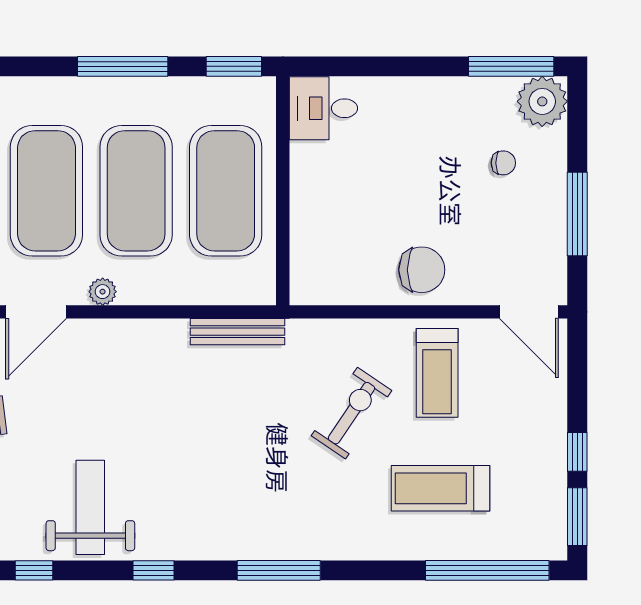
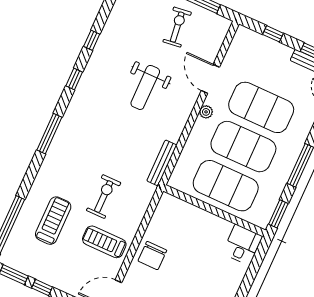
exercise bike: (351, 413) -> (104, 197), turned -124
weight bench: (90, 507) -> (145, 87), moved, turned 90
window: (34, 570) -> (92, 40), moved

